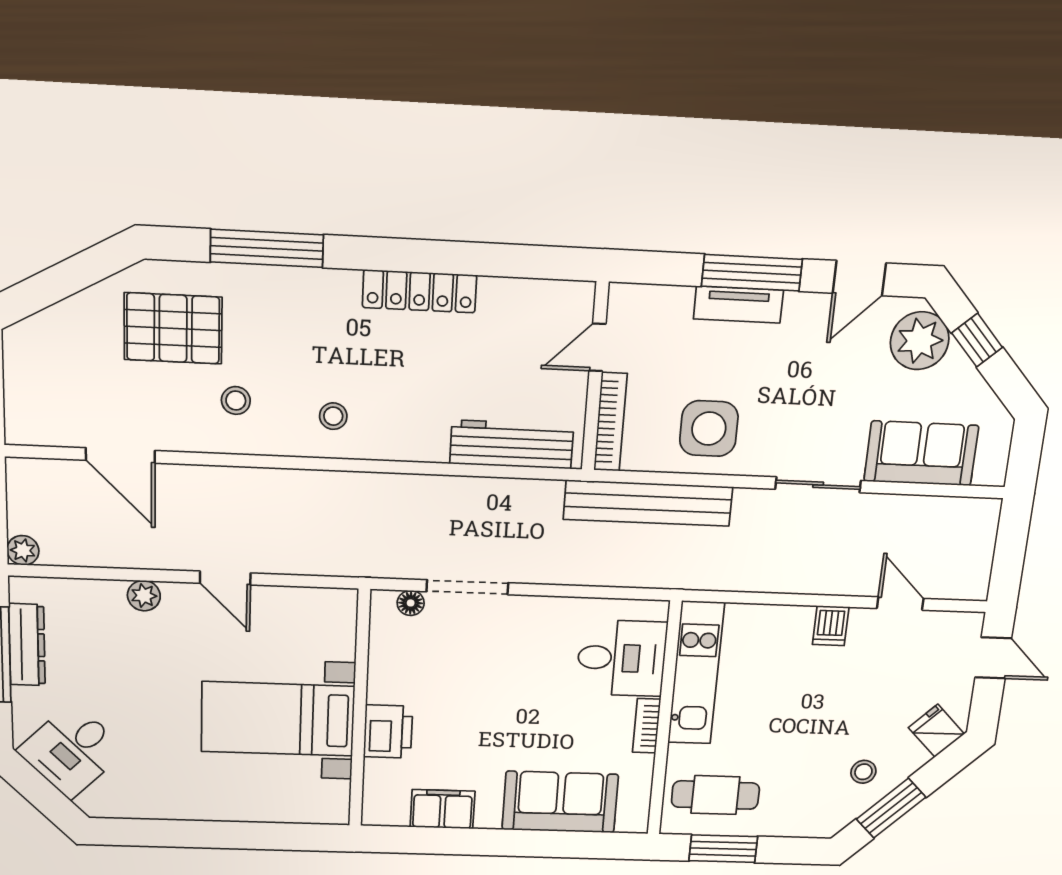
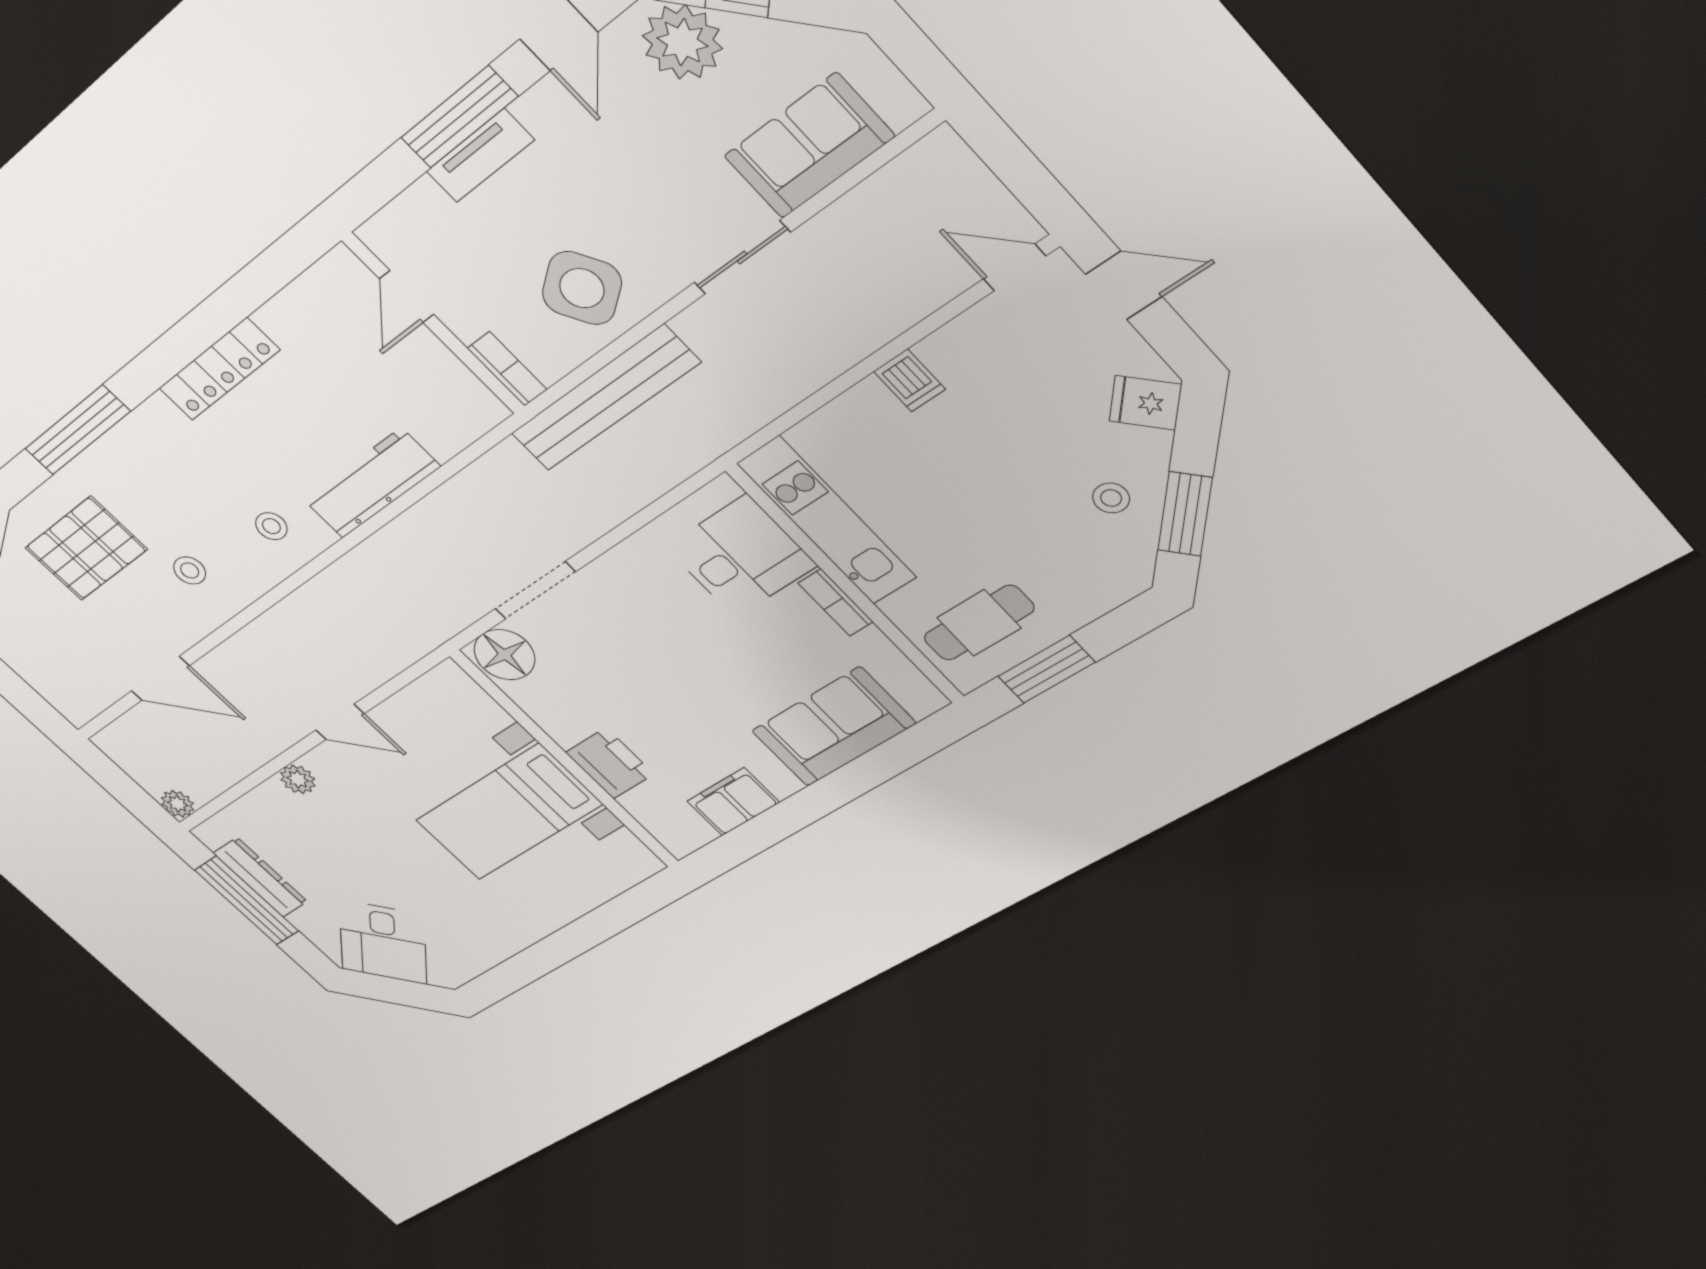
bookcase: (610, 422) -> (507, 369), width x0.64
side table: (709, 429) -> (582, 288), turned -33
workbench: (512, 444) -> (371, 483), moved
floor lamp: (411, 603) -> (505, 655), width x1.89, depth x1.89
door: (900, 603) -> (1014, 267), moved

